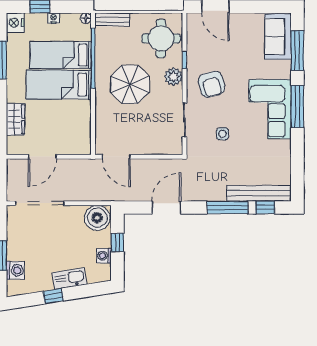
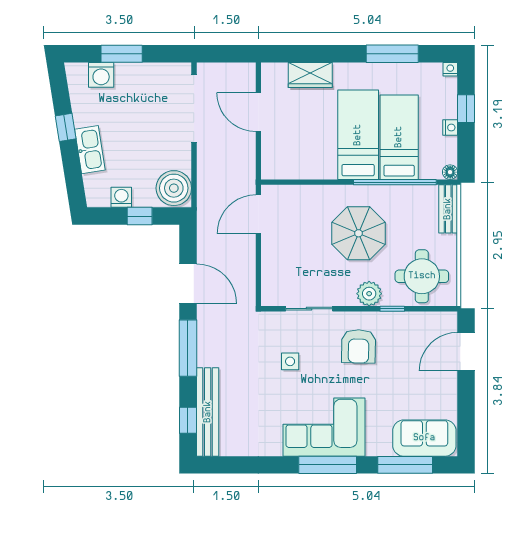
nightstand: (15, 23) -> (450, 69), width x0.53, depth x0.56
armchair: (212, 84) -> (359, 346), turned -75
window: (227, 208) -> (188, 348), moved

